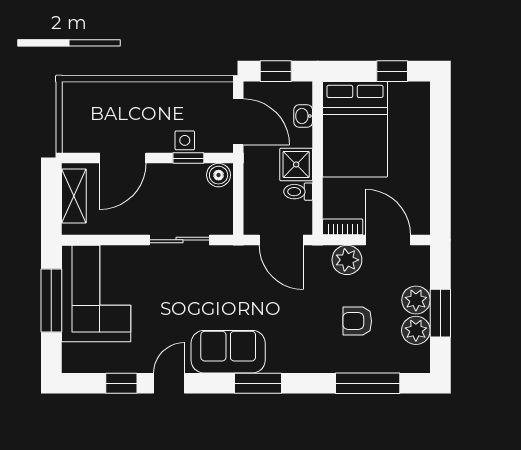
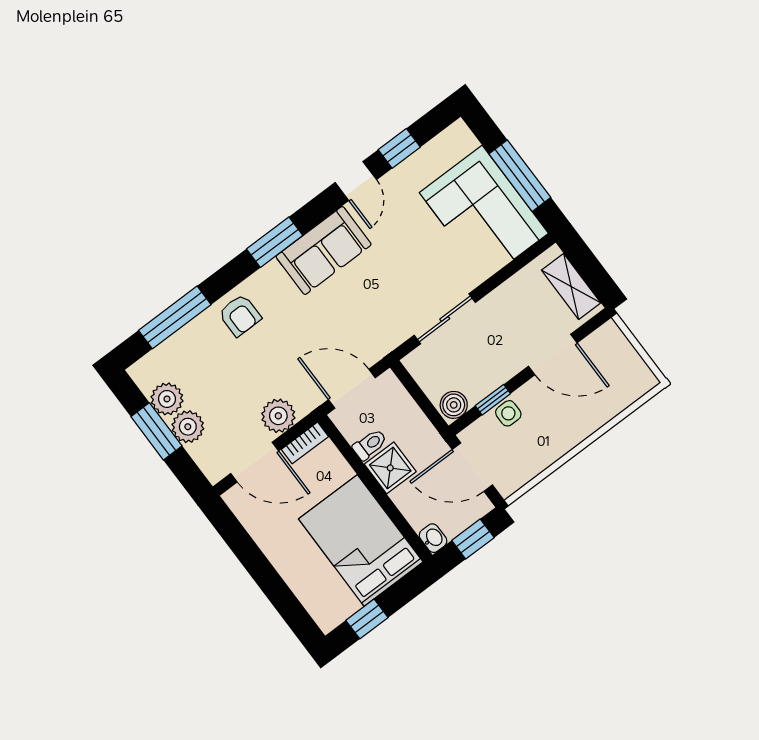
washbasin: (303, 116) -> (433, 538), moved
door: (123, 158) -> (553, 355), swing flipped
armchair: (357, 321) -> (240, 315), moved, turned 90

